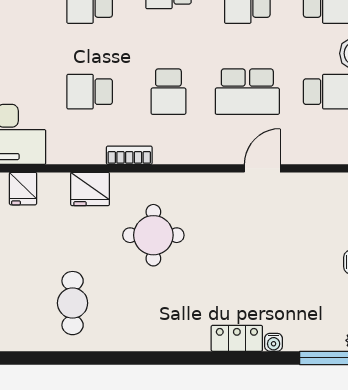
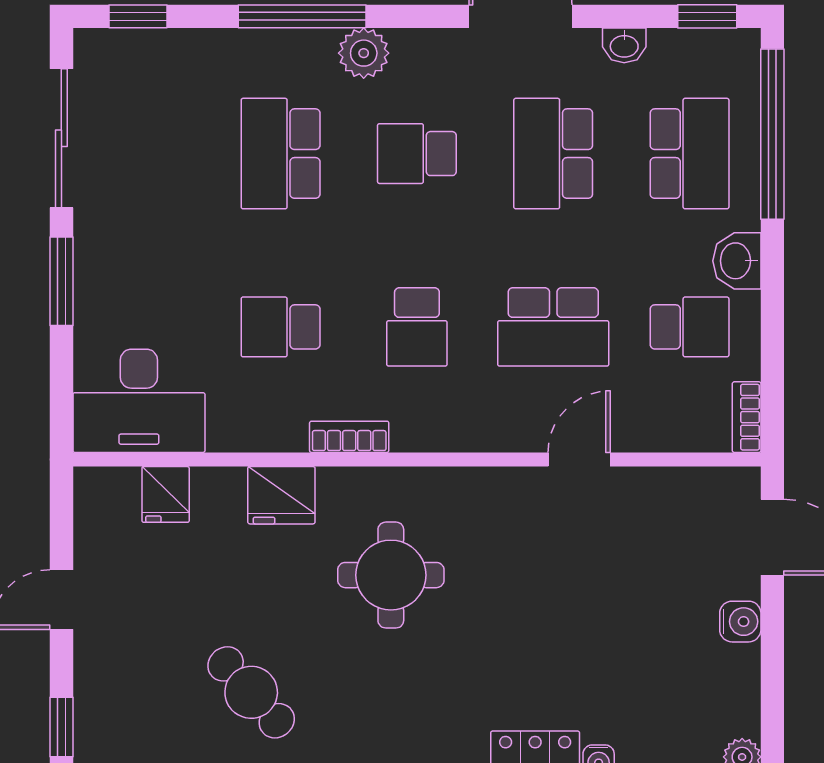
cafe table: (73, 303) -> (251, 692), turned -42

